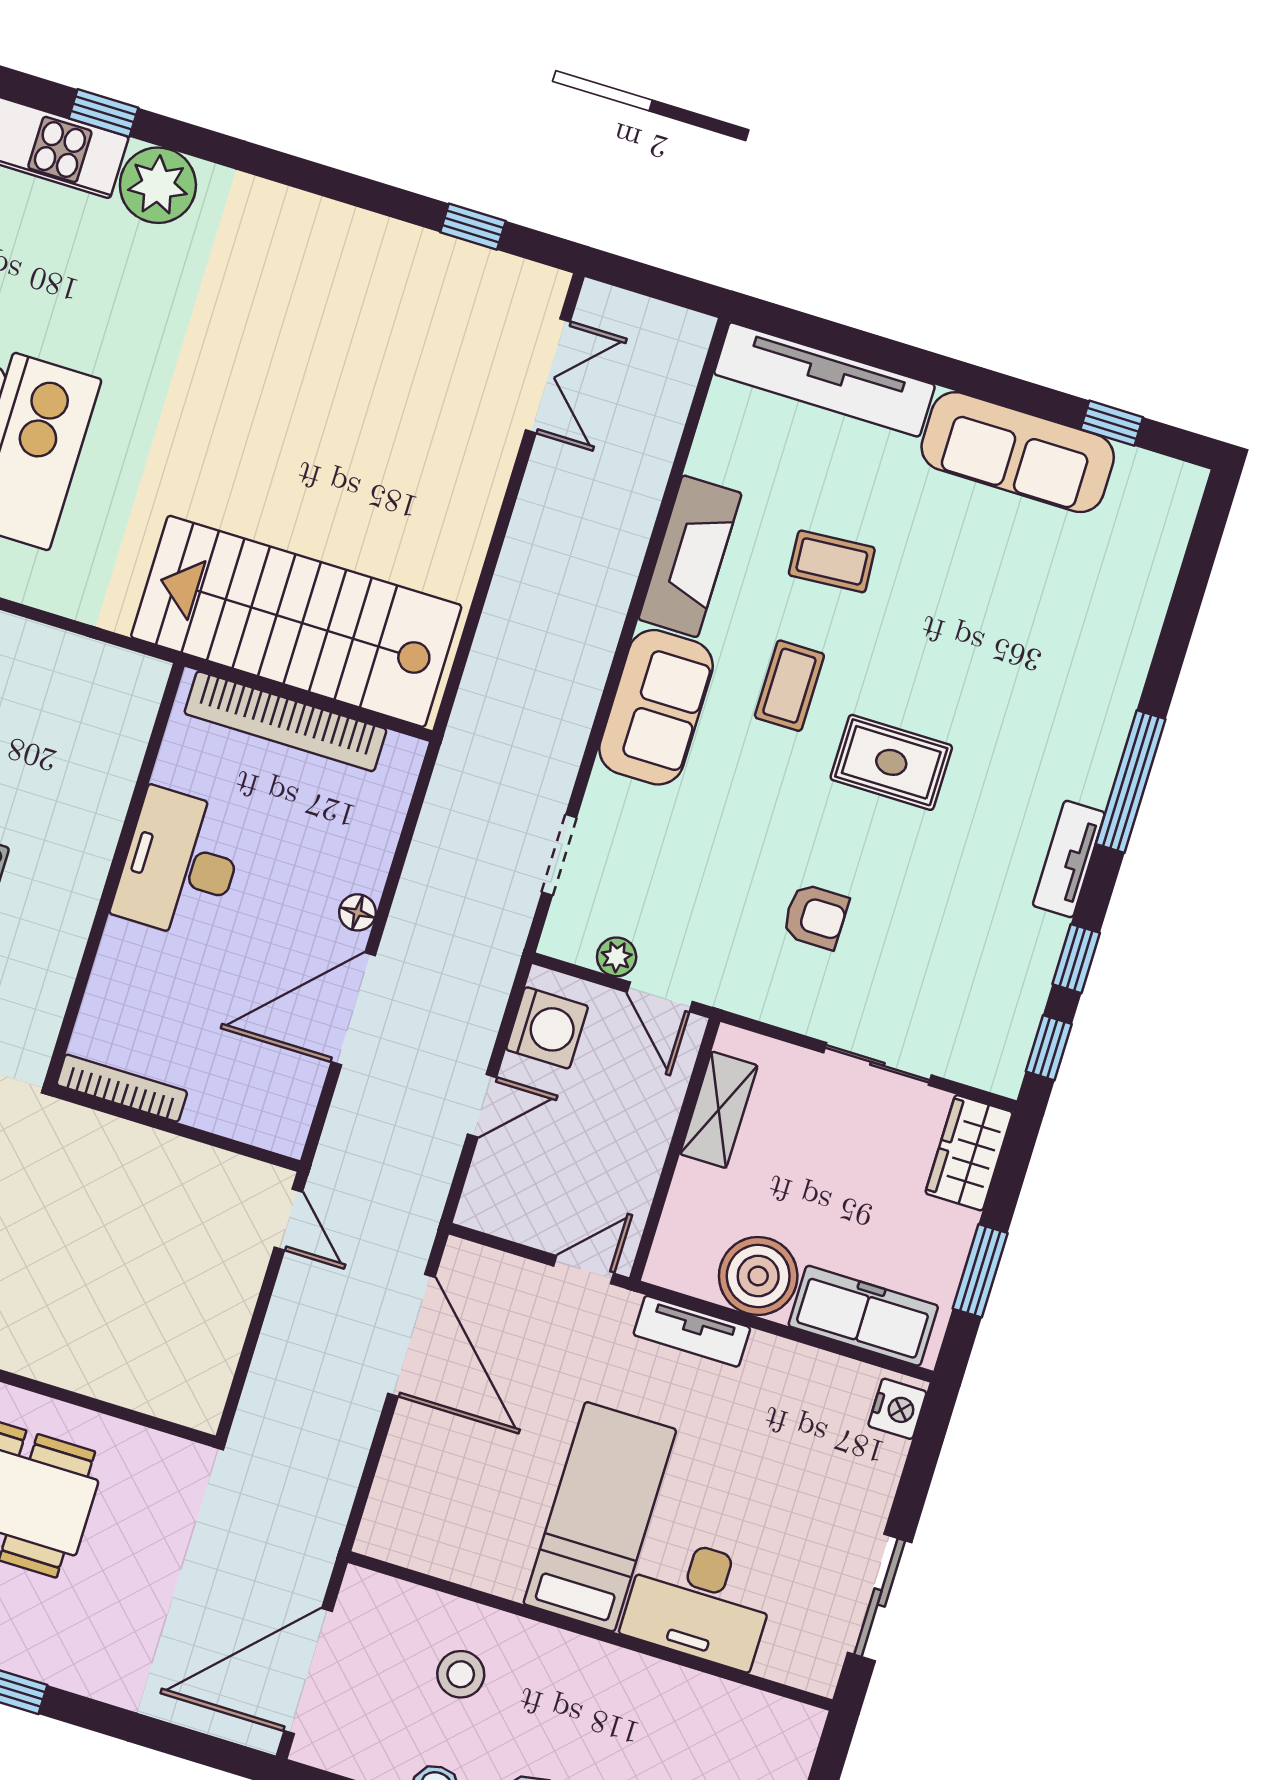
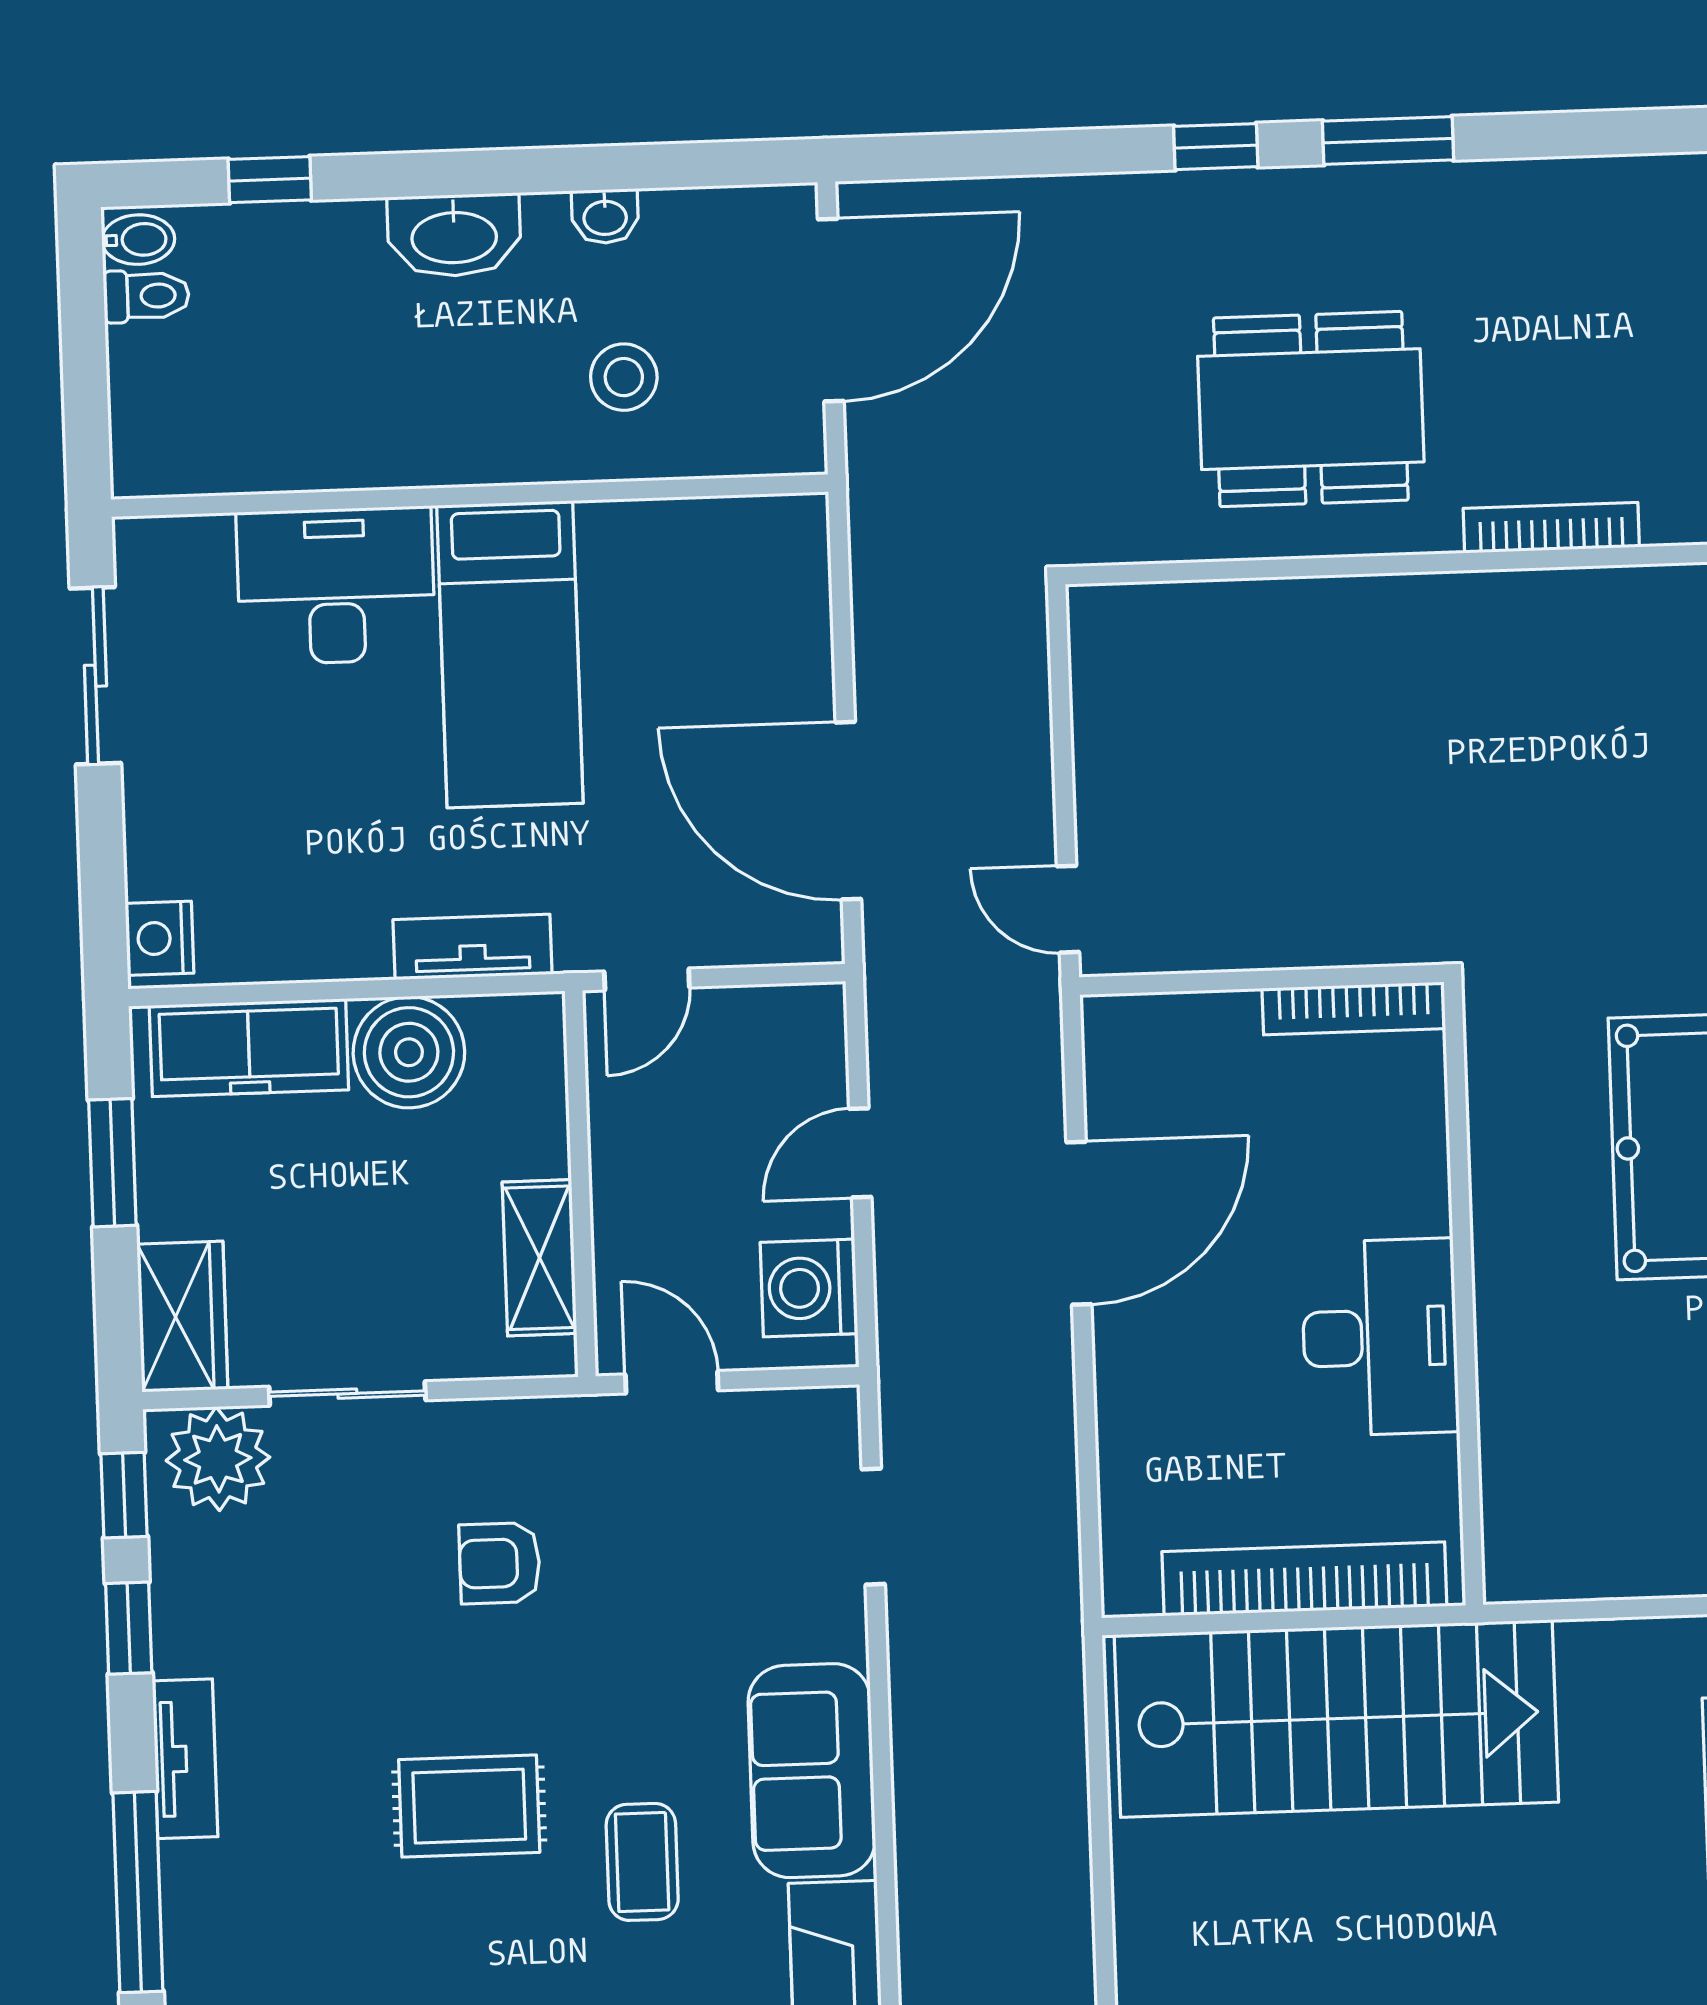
floor lamp: (357, 912) -> (1118, 1355), removed
plant: (617, 957) -> (218, 1459), moved, width x1.88, depth x1.88

